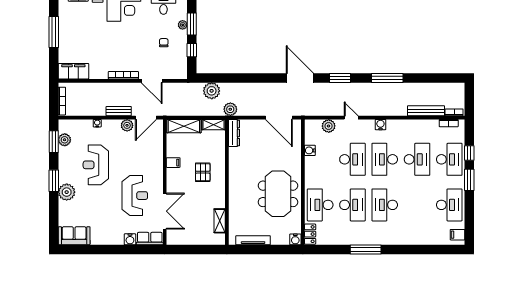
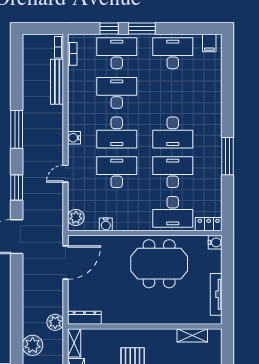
plant: (329, 126) -> (76, 217), moved

